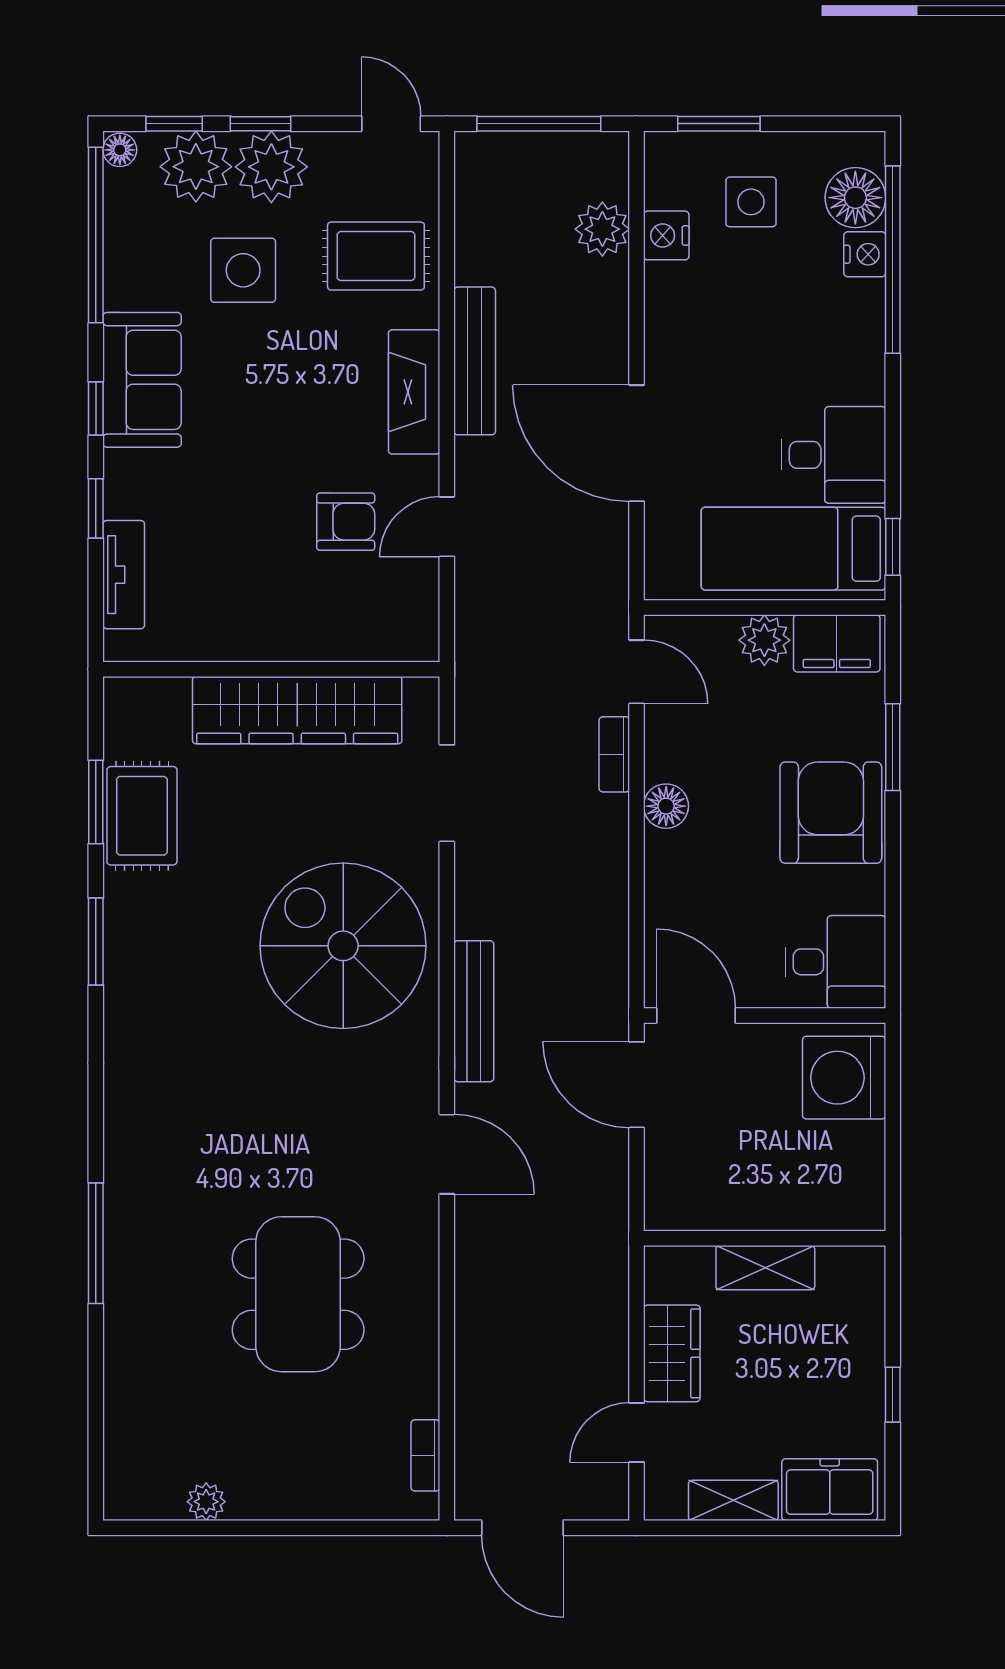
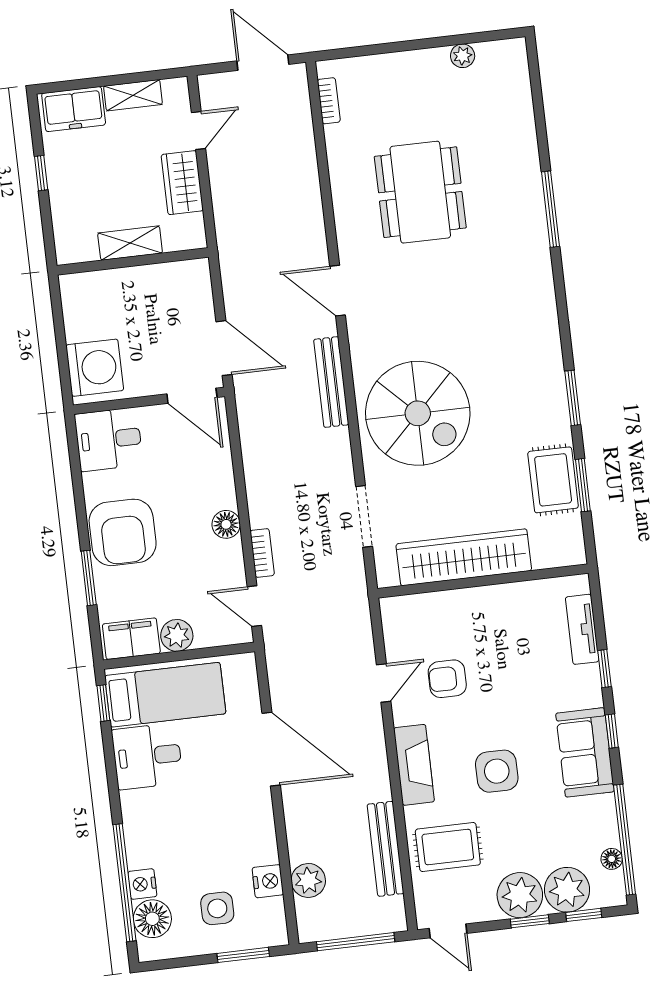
floor lamp: (120, 150) -> (612, 859), moved
side table: (243, 270) -> (497, 771), moved
bench: (475, 361) -> (385, 849), moved

